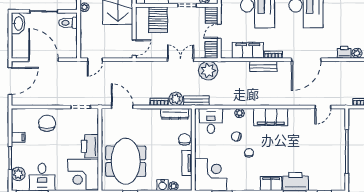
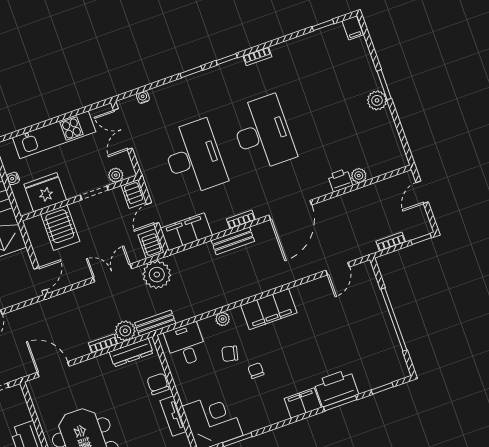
filing cabinet: (248, 50) -> (186, 232), moved

